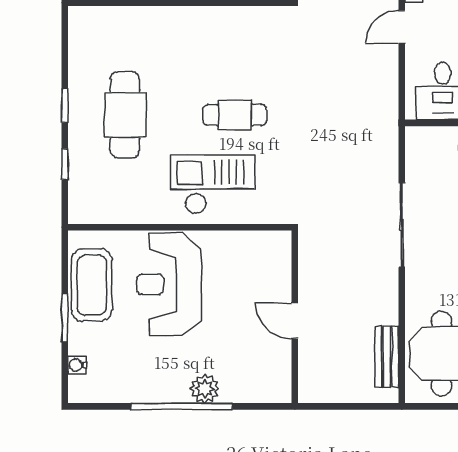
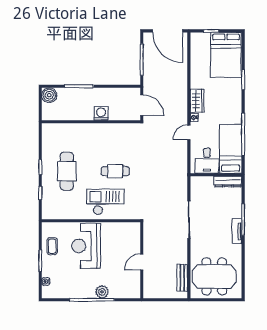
coffee table: (92, 285) -> (52, 246), width x0.54, depth x0.58
door: (295, 321) -> (142, 262), hinge flipped

